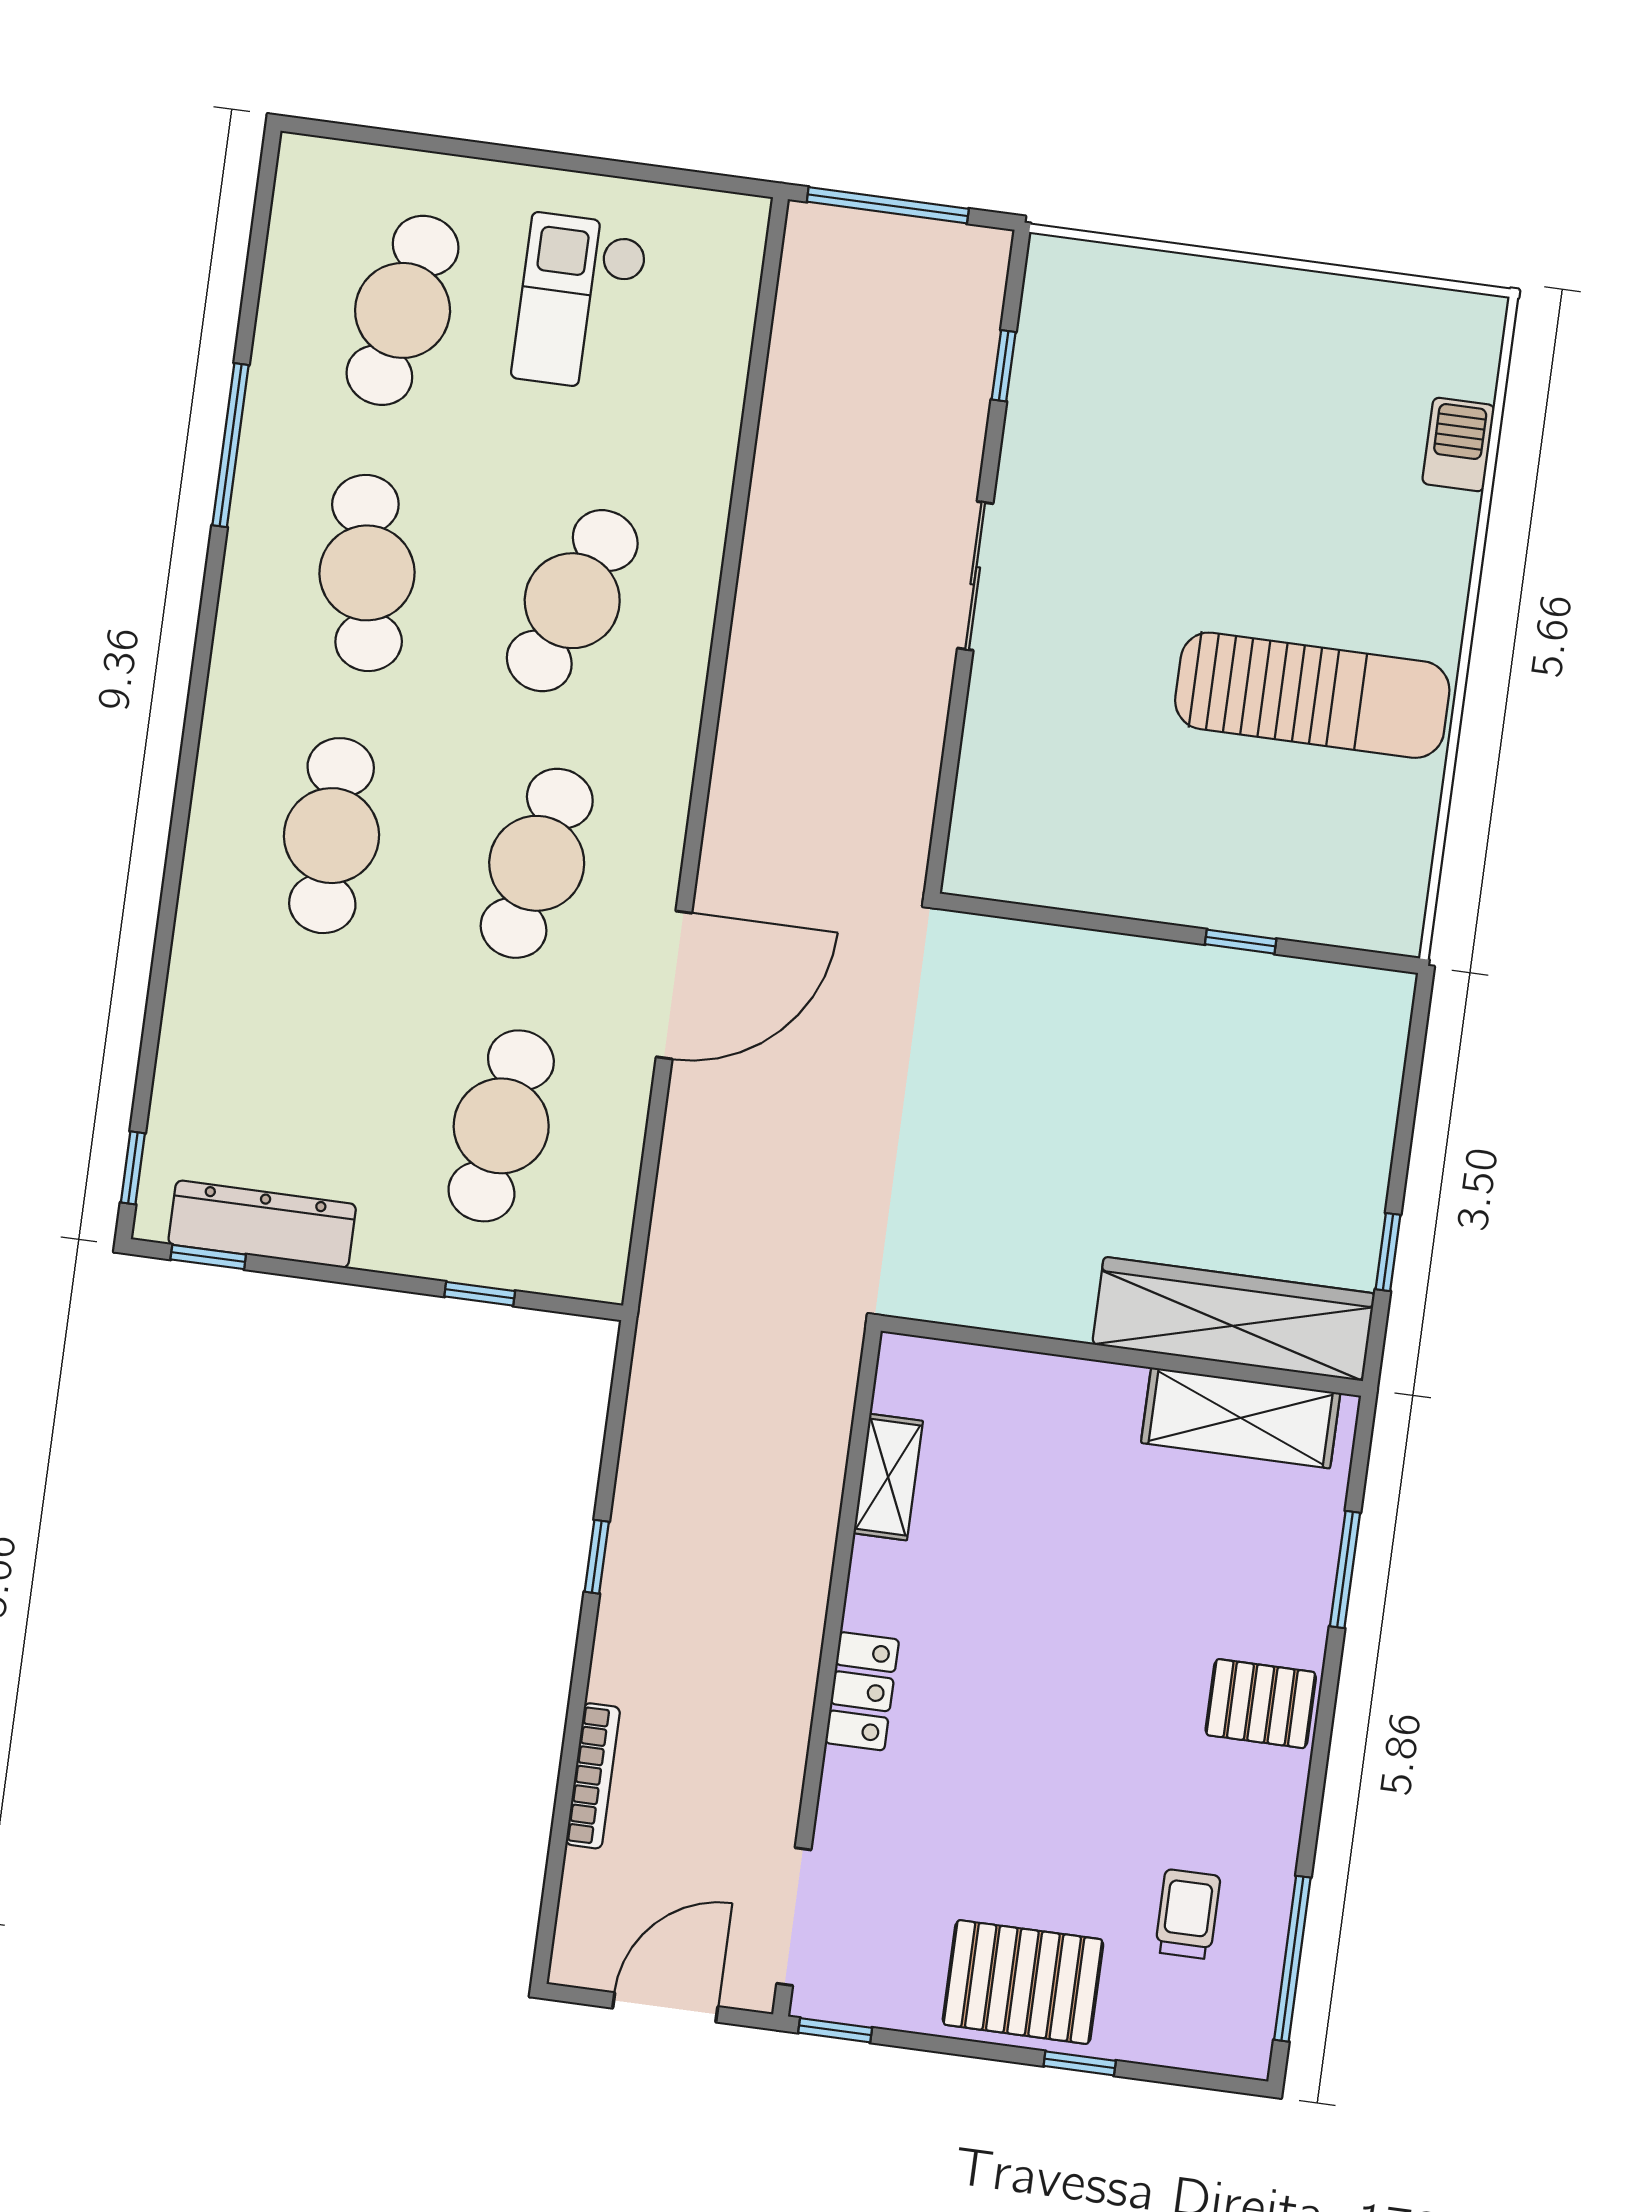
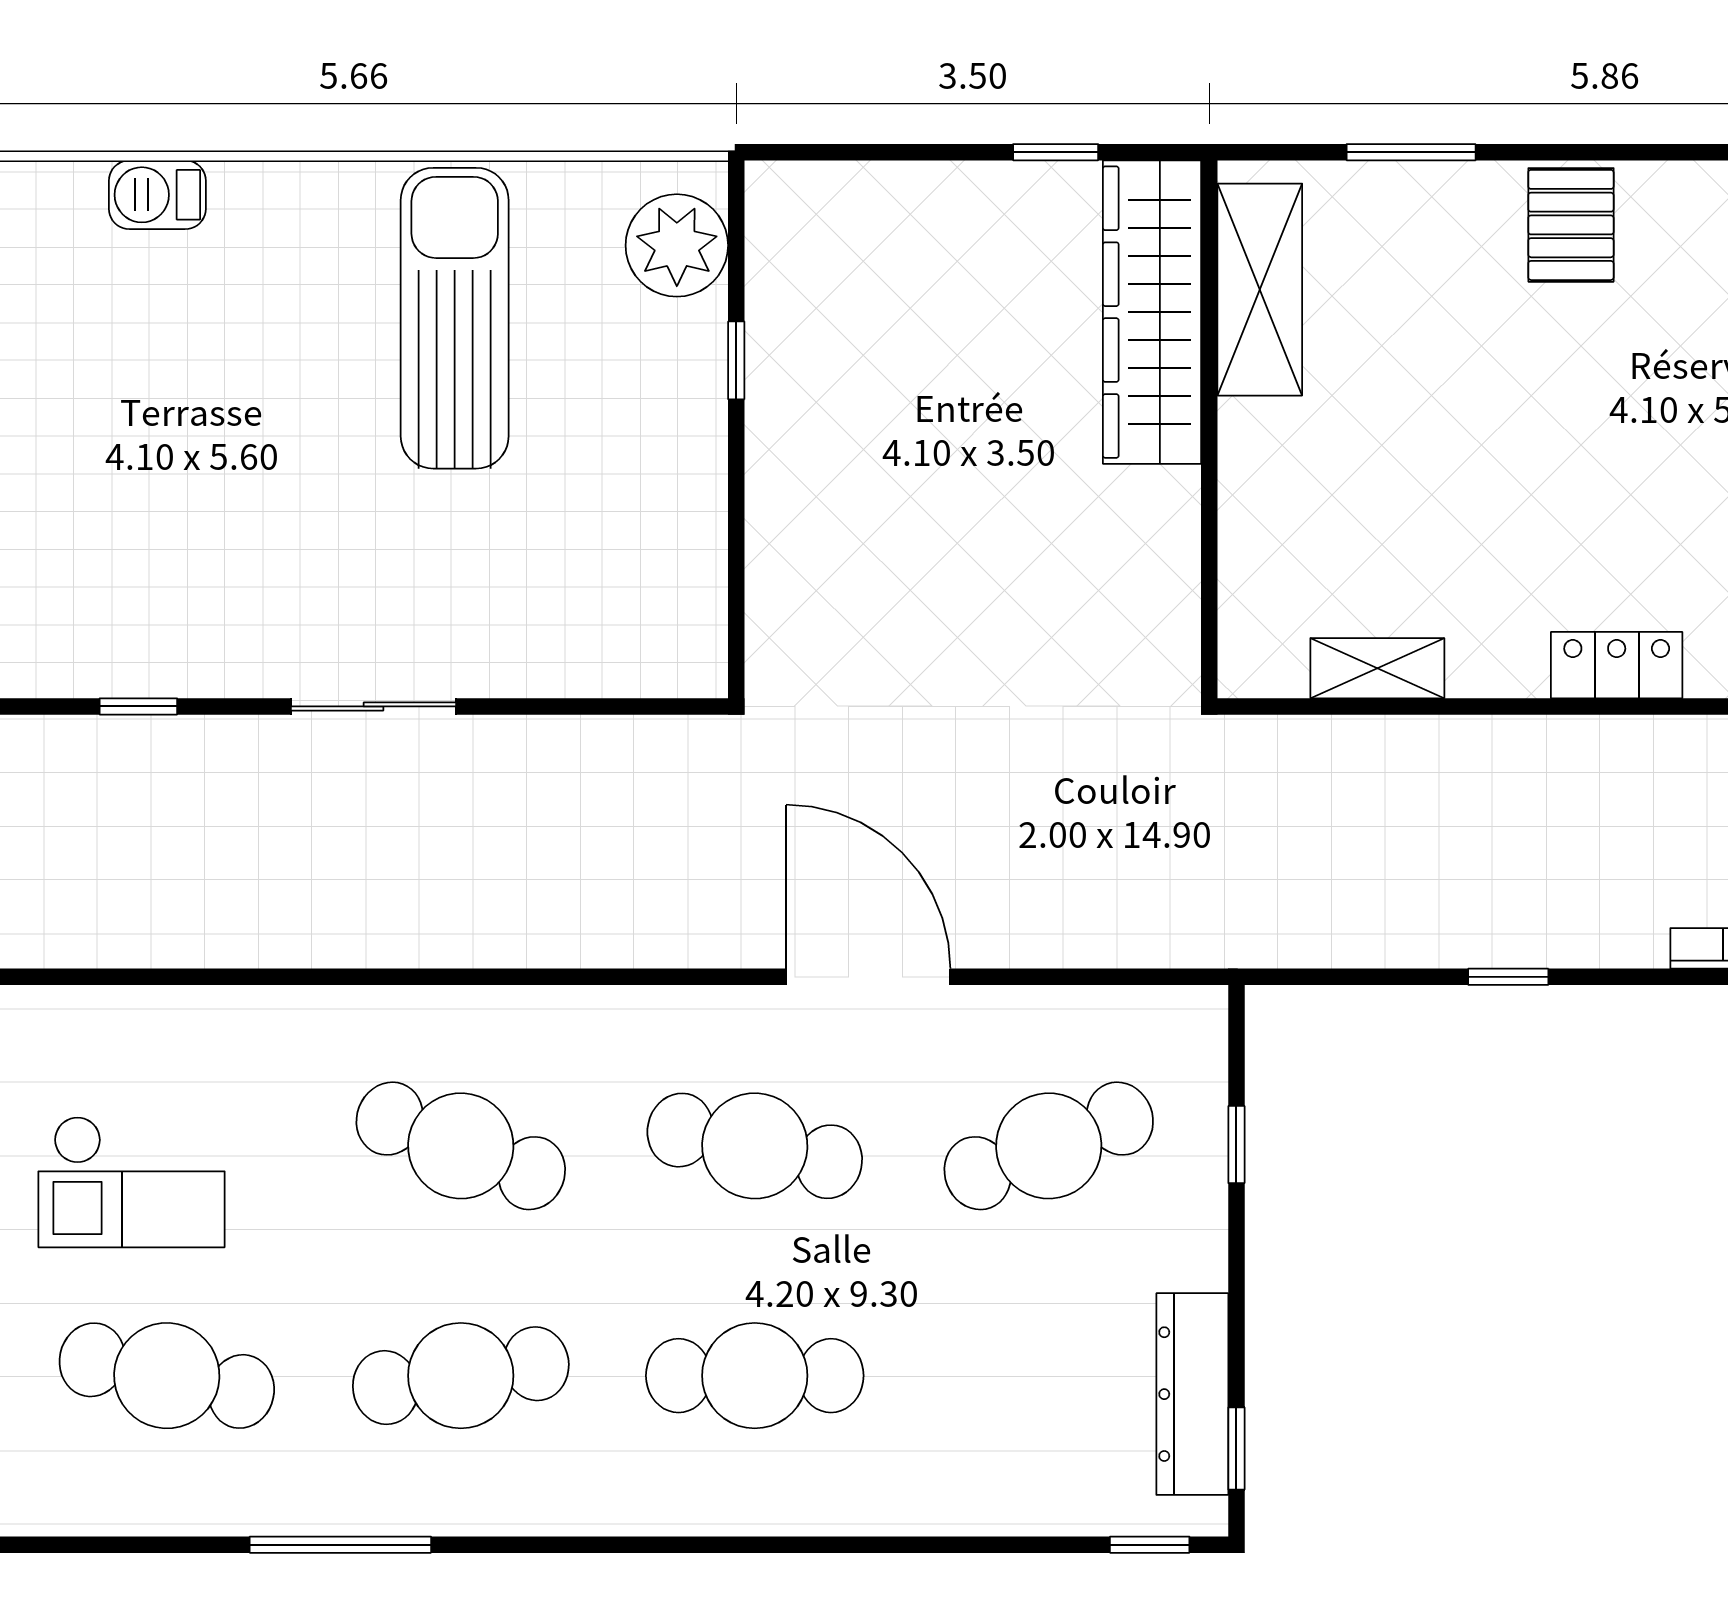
plant: (1350, 902) -> (677, 245), added
cafe table: (501, 1126) -> (1049, 1146), turned -30

